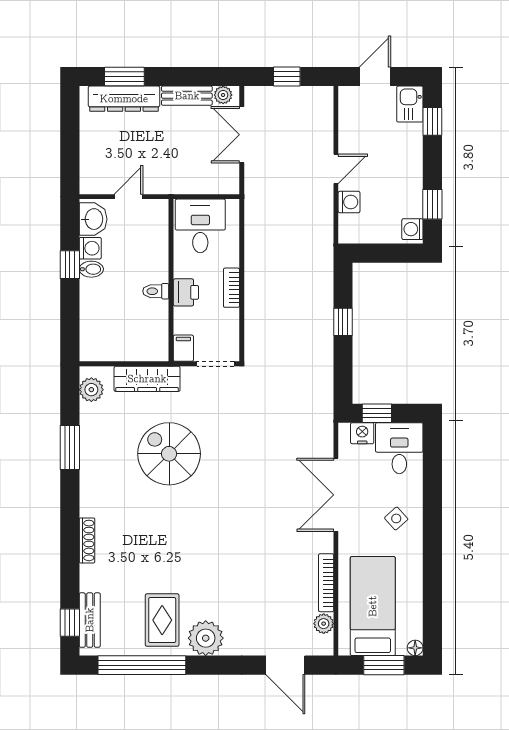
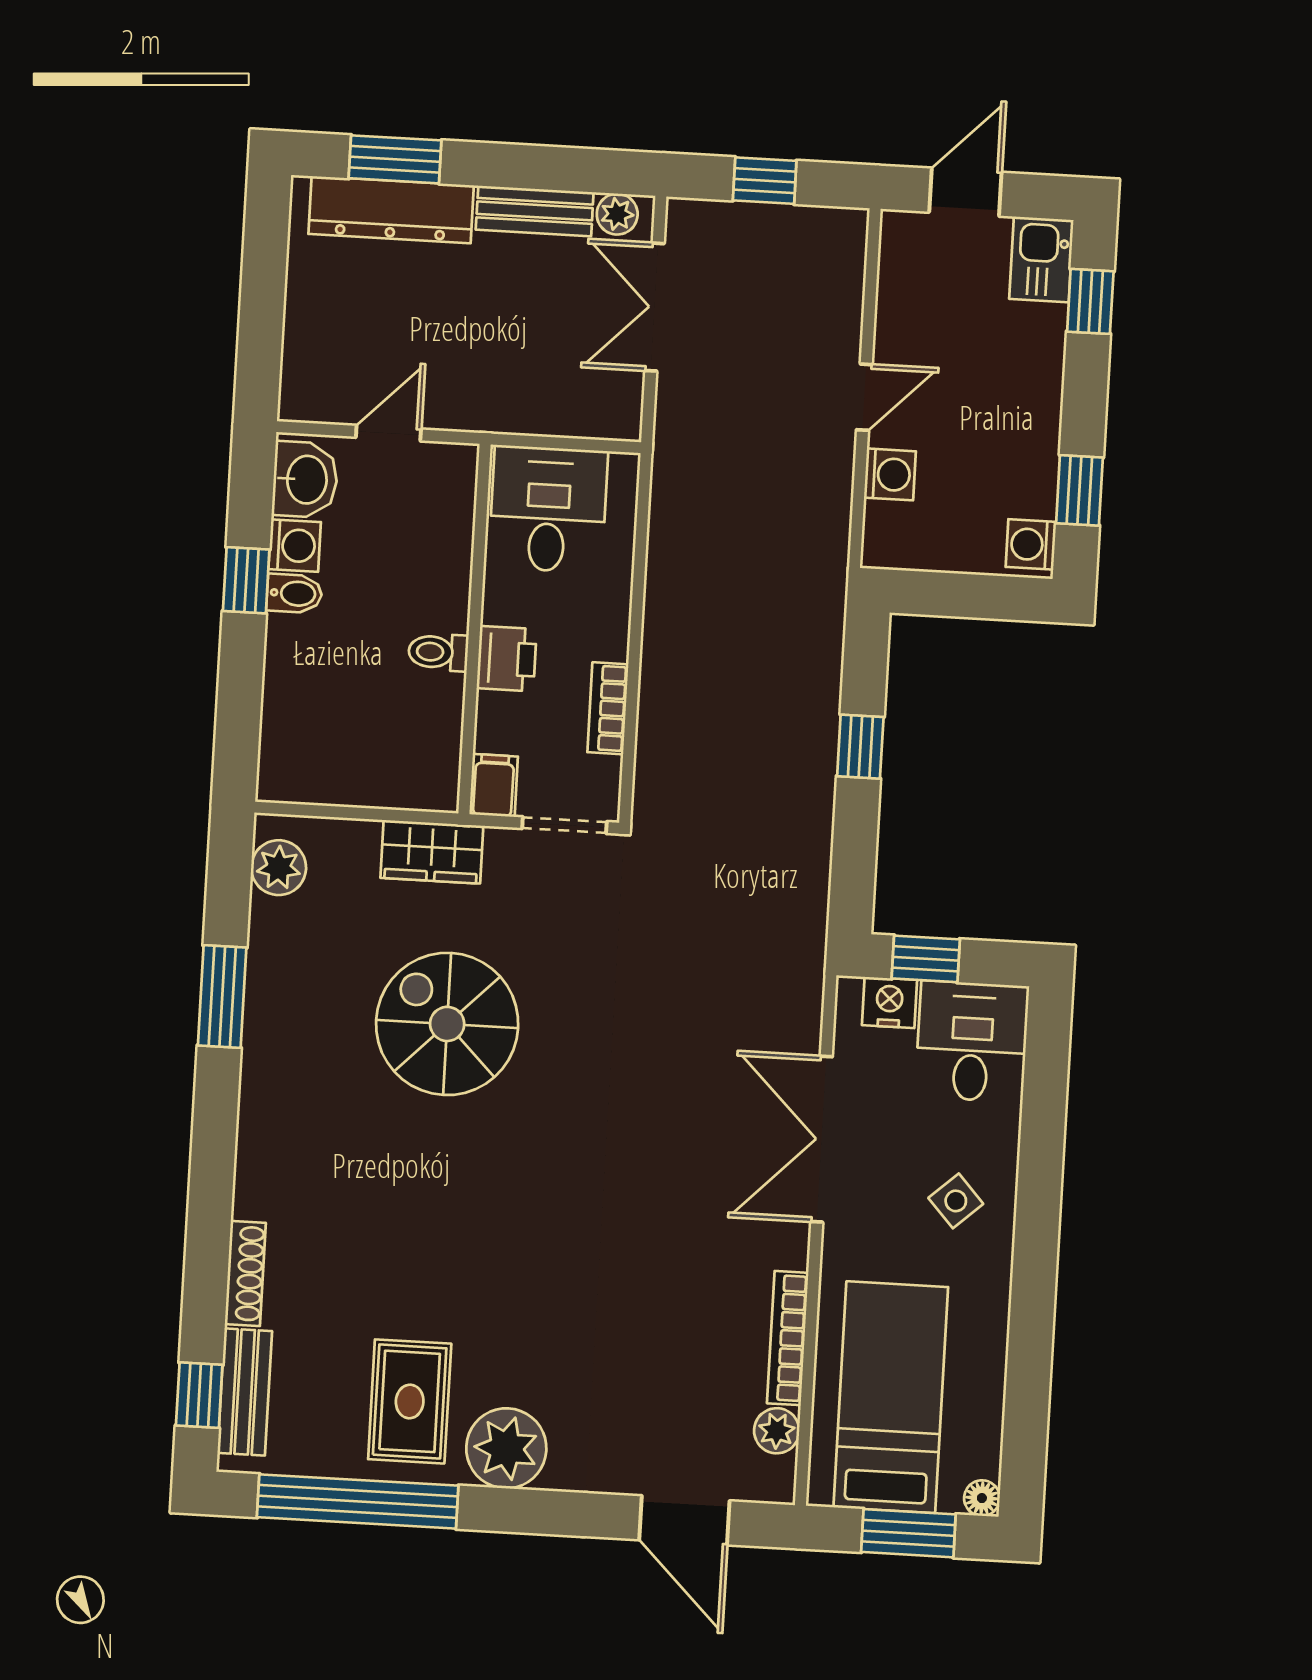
bookcase: (231, 288) -> (608, 708), moved
wardrobe: (147, 379) -> (432, 852), width x0.67
shoe rack: (87, 540) -> (245, 1273), moved

